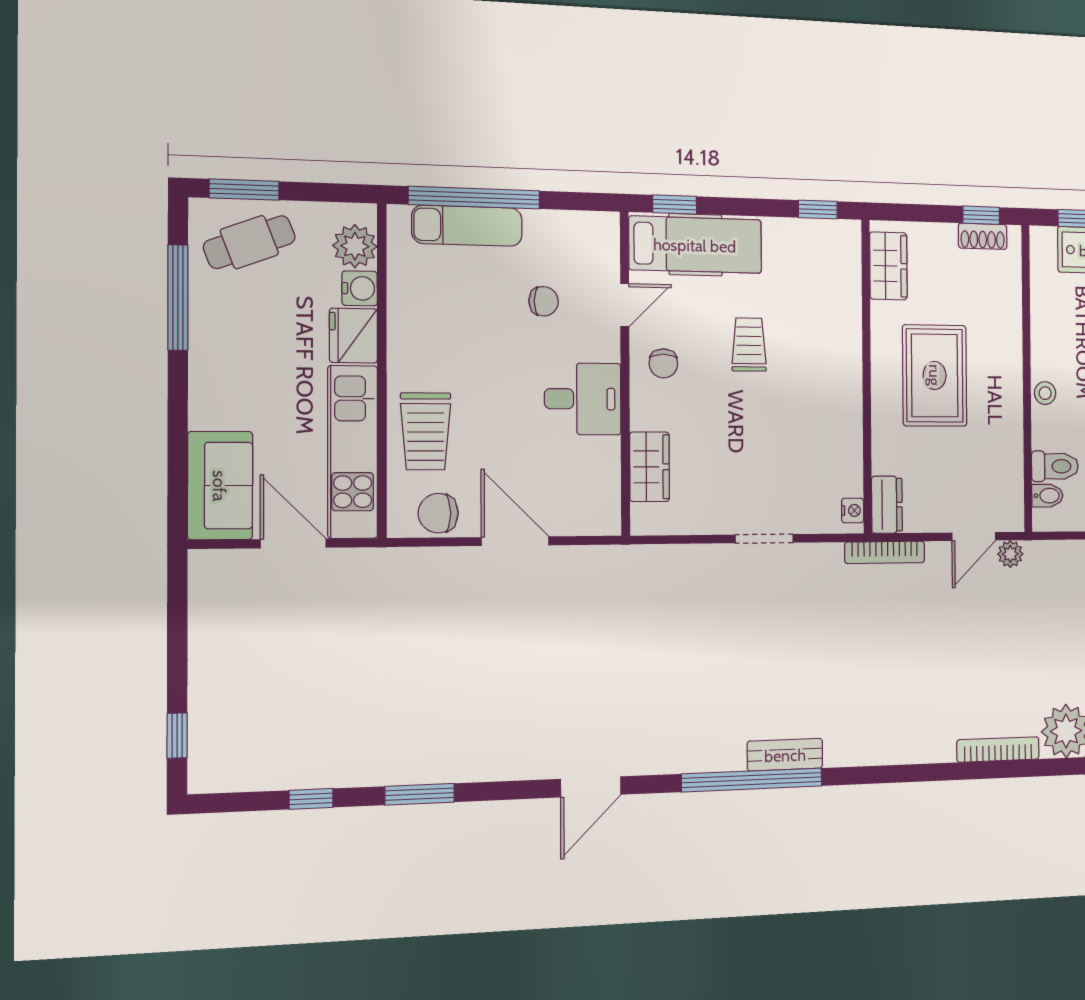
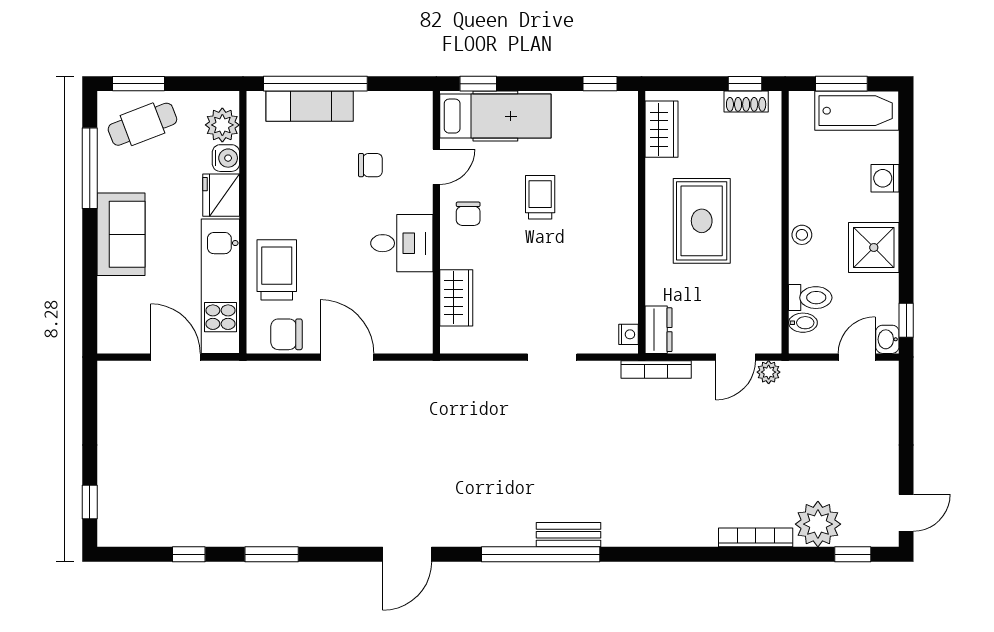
trolley: (426, 431) -> (277, 270), turned 180
sofa: (220, 486) -> (121, 234), moved

